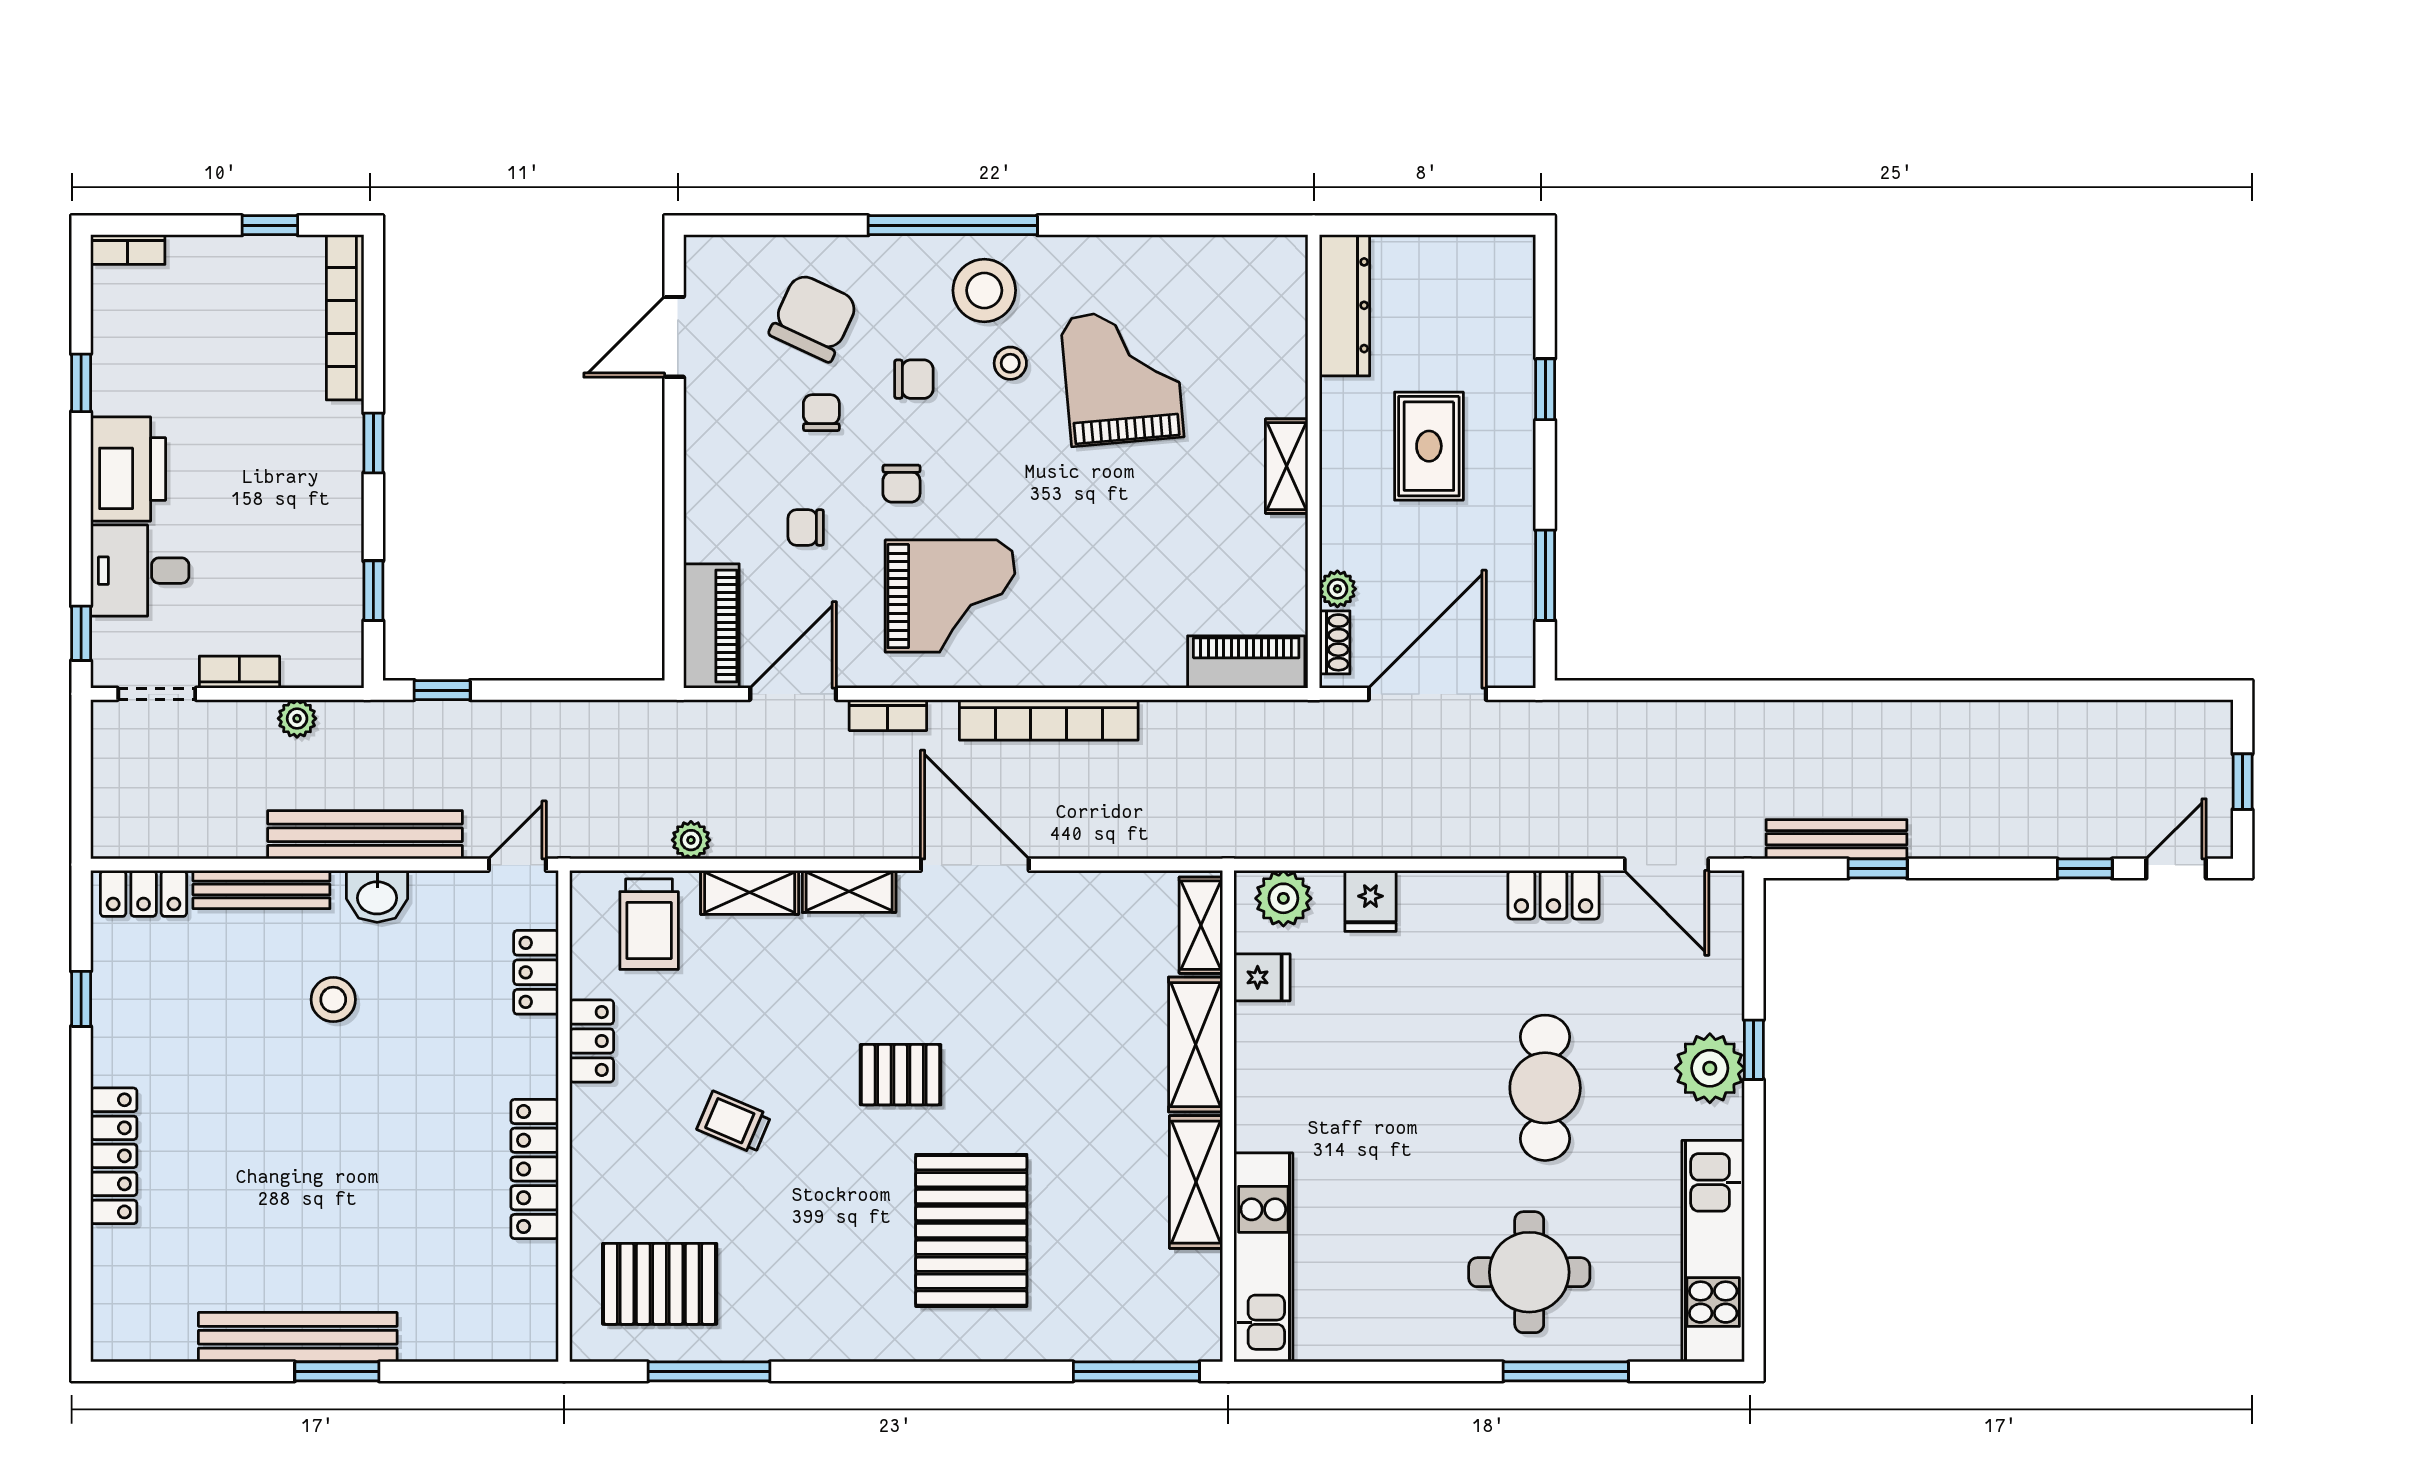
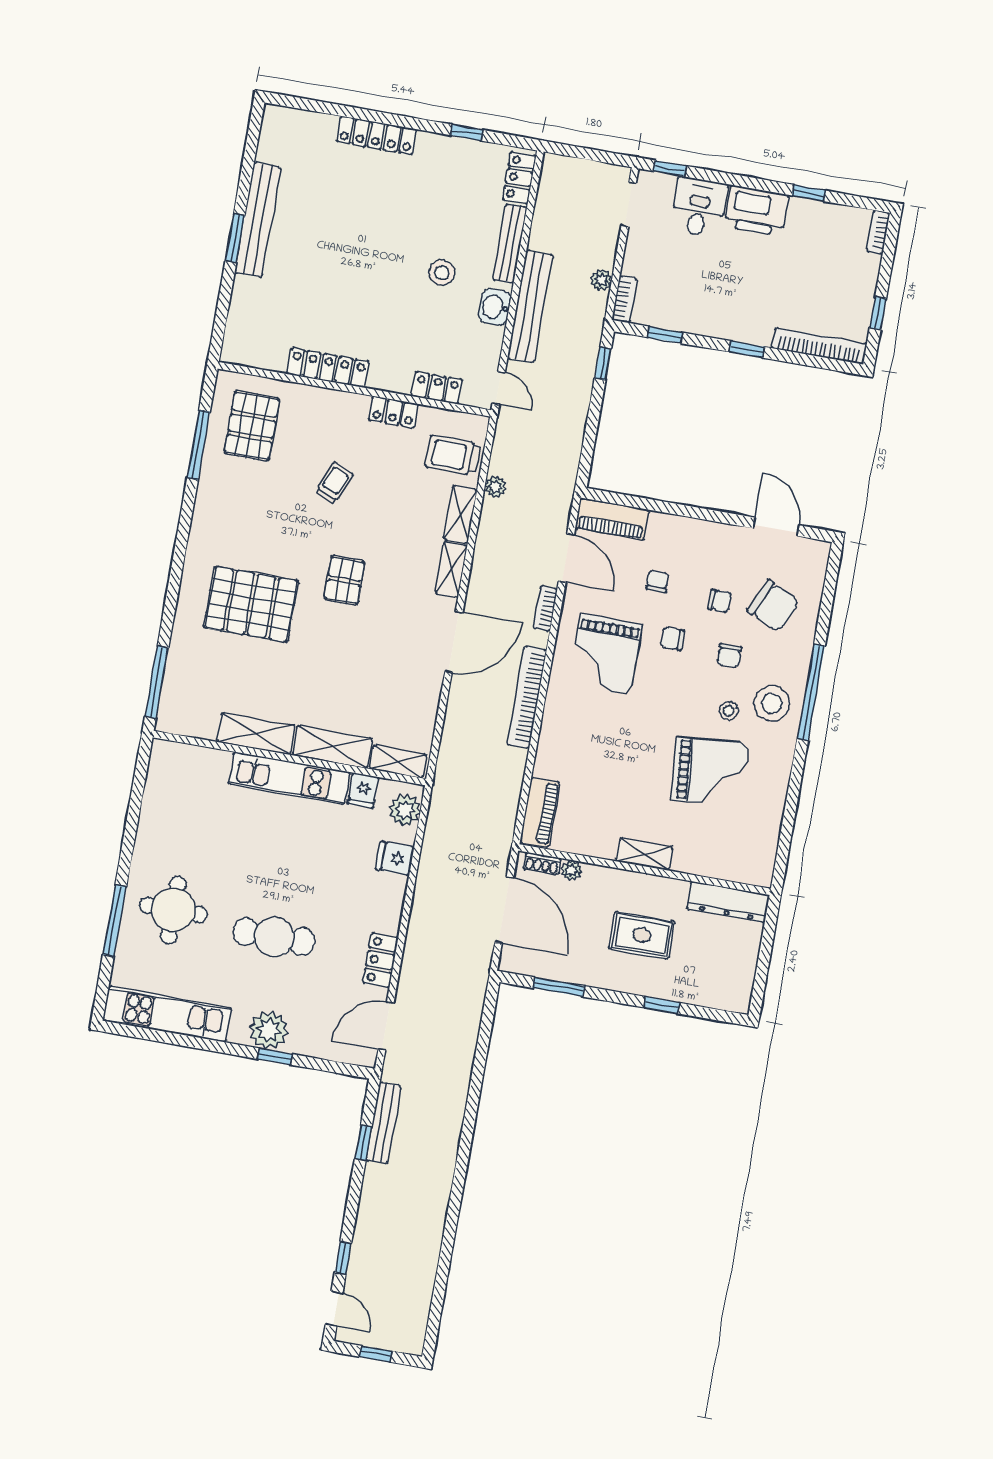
bookcase: (239, 672) -> (624, 299), moved
kitchen unit: (1263, 1257) -> (289, 778), moved

